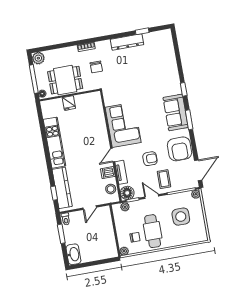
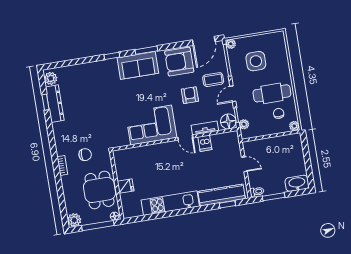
plant: (163, 36) -> (51, 78), added
dresser: (127, 42) -> (55, 104), moved
armchair: (179, 149) -> (179, 62), turned 180
door: (198, 170) -> (204, 41), swing flipped
stool: (111, 189) -> (224, 140), removed

